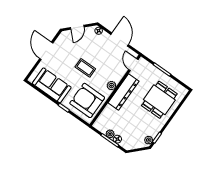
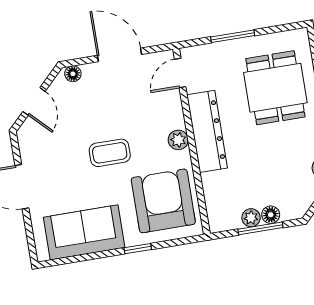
door: (133, 65) -> (180, 73), hinge flipped
armchair: (87, 100) -> (163, 201), turned 90

